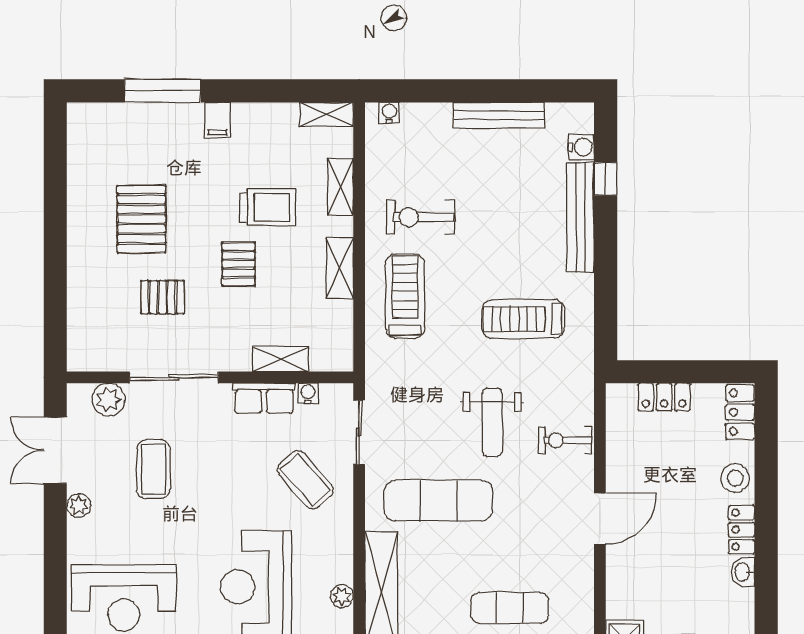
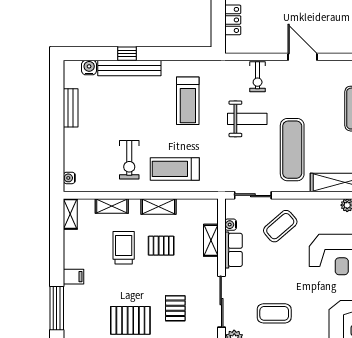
bench: (499, 115) -> (71, 108), width x0.73
window: (606, 179) -> (127, 54), moved
pallet: (238, 264) -> (161, 246), moved

